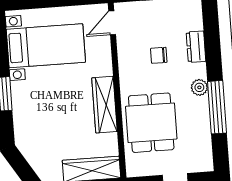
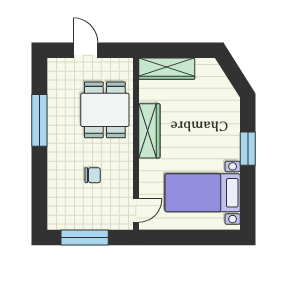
dresser: (196, 47) -> (56, 181), removed
plant: (199, 87) -> (55, 141), removed

